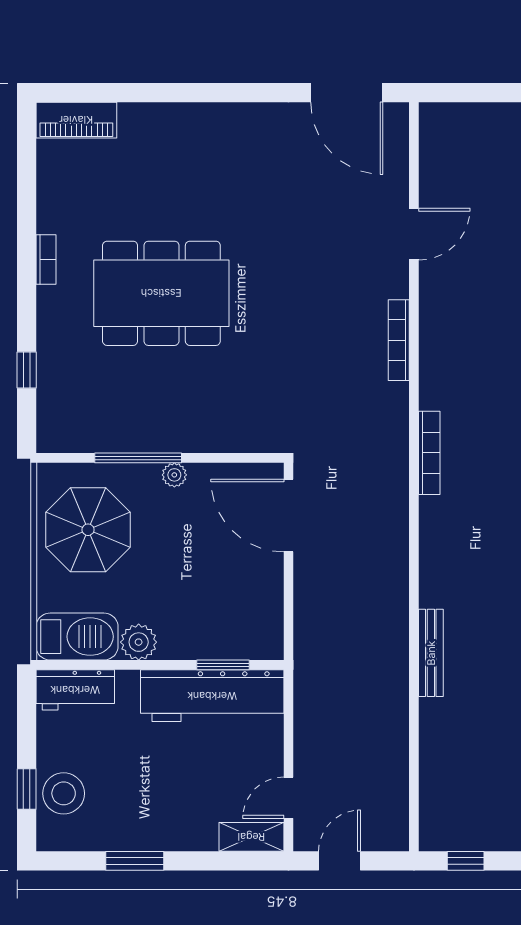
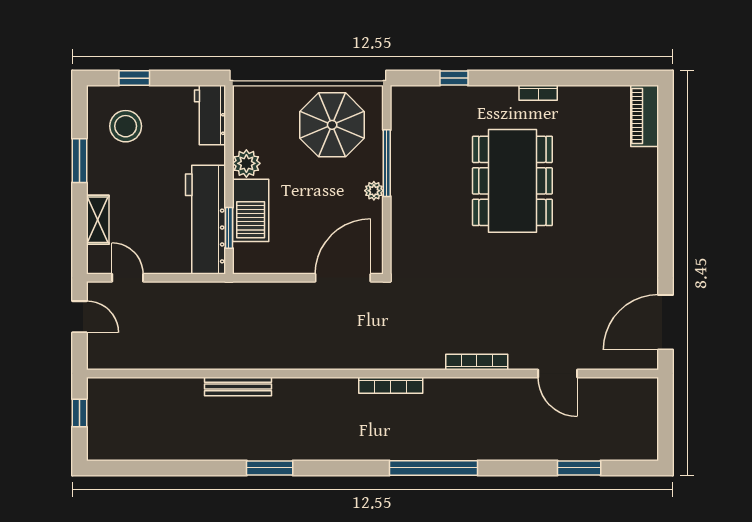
barbecue: (77, 637) -> (251, 210), moved
stool: (64, 793) -> (126, 126), moved
shelving: (251, 837) -> (98, 220), moved

